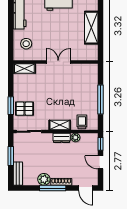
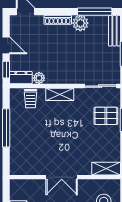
dresser: (62, 138) -> (21, 78), moved
window: (53, 188) -> (95, 12), moved

